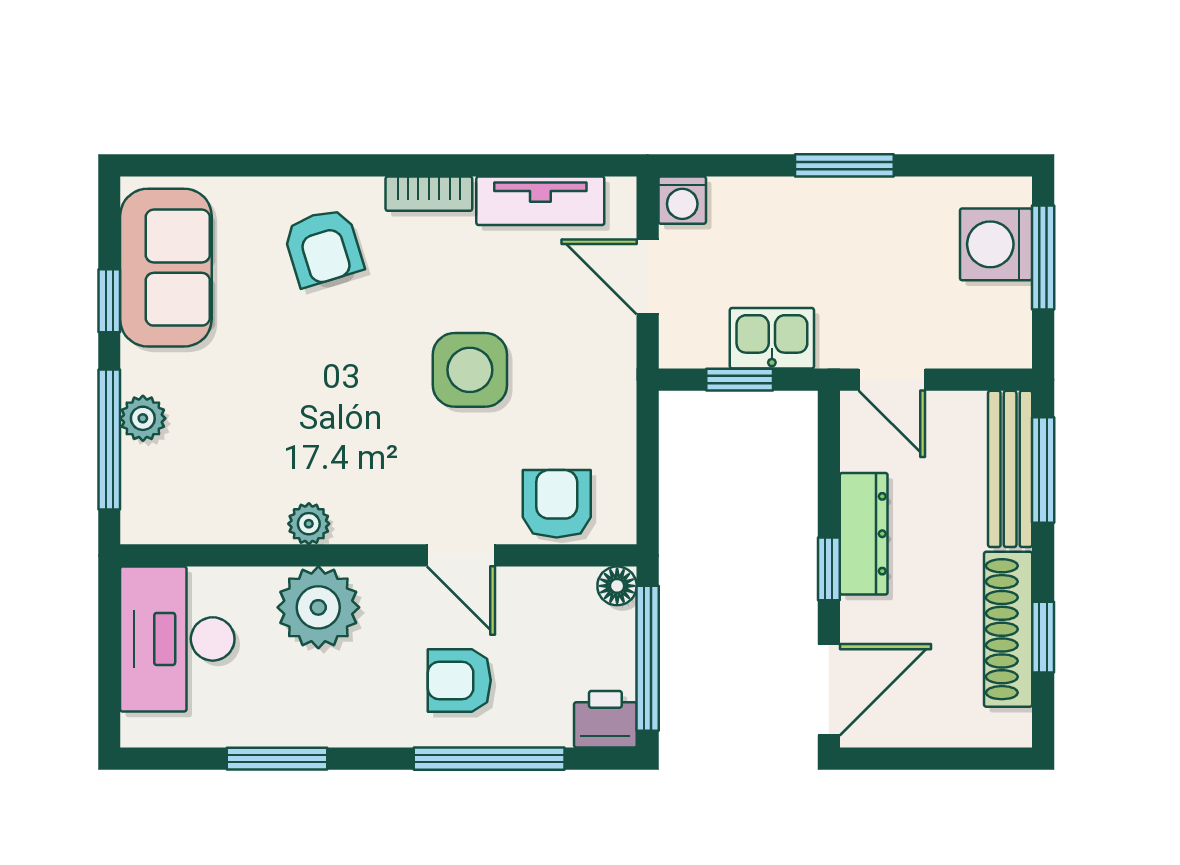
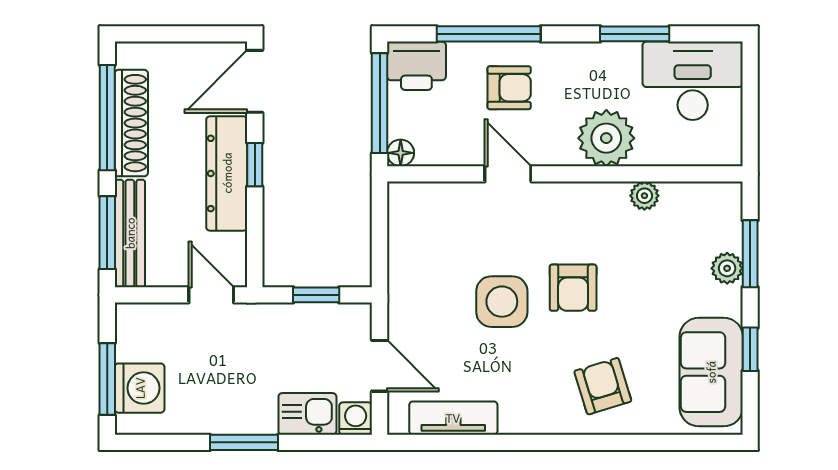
bookcase: (429, 194) -> (530, 423), removed
kitchen sink: (772, 338) -> (307, 414), moved, turned 180
window: (109, 439) -> (750, 254), width x0.69
armchair: (557, 504) -> (573, 288), moved
plant: (309, 524) -> (644, 196), moved
dresser: (864, 534) -> (227, 173), width x1.37, depth x1.24
window: (1043, 637) -> (107, 118), width x2.17
desk: (177, 639) -> (693, 81), moved, turned -90
printer: (605, 719) -> (416, 66), width x1.36, depth x1.24

